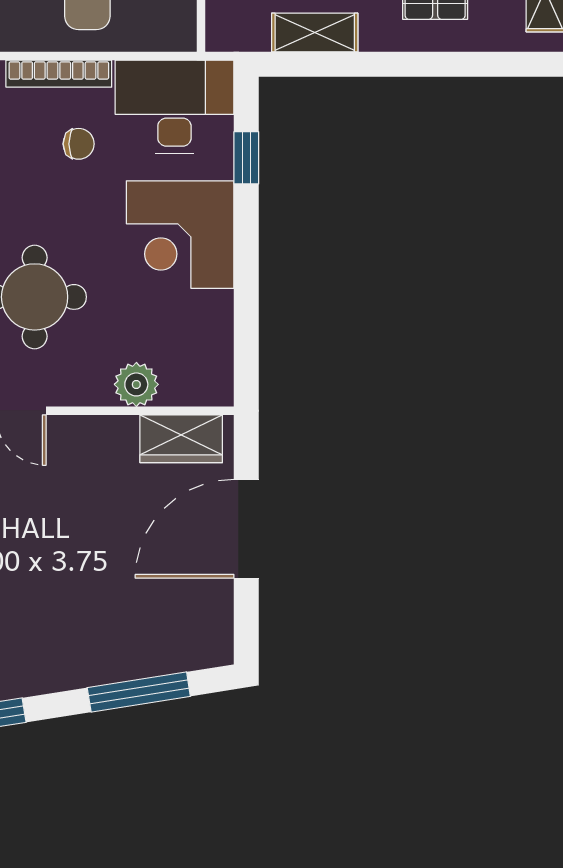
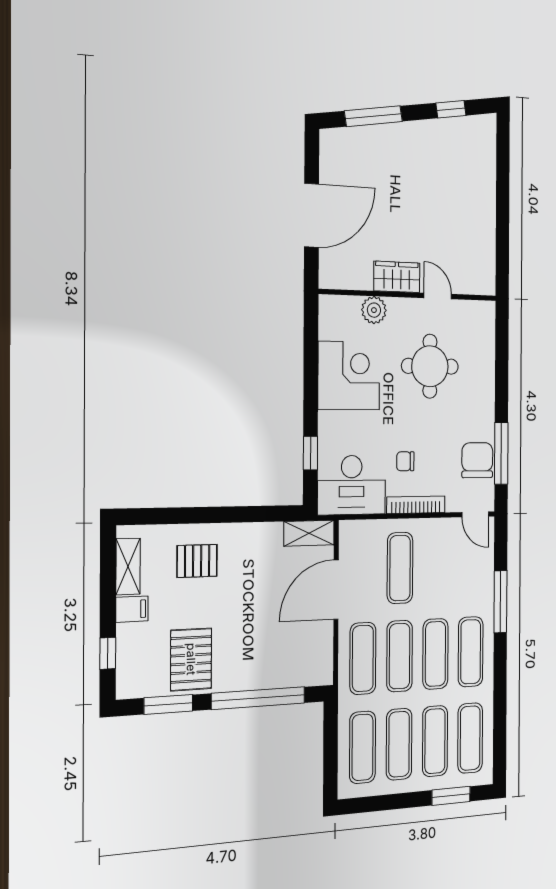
shelving: (315, 33) -> (309, 533), moved
corner desk: (180, 235) -> (349, 376), moved
wardrobe: (181, 439) -> (397, 277), moved

